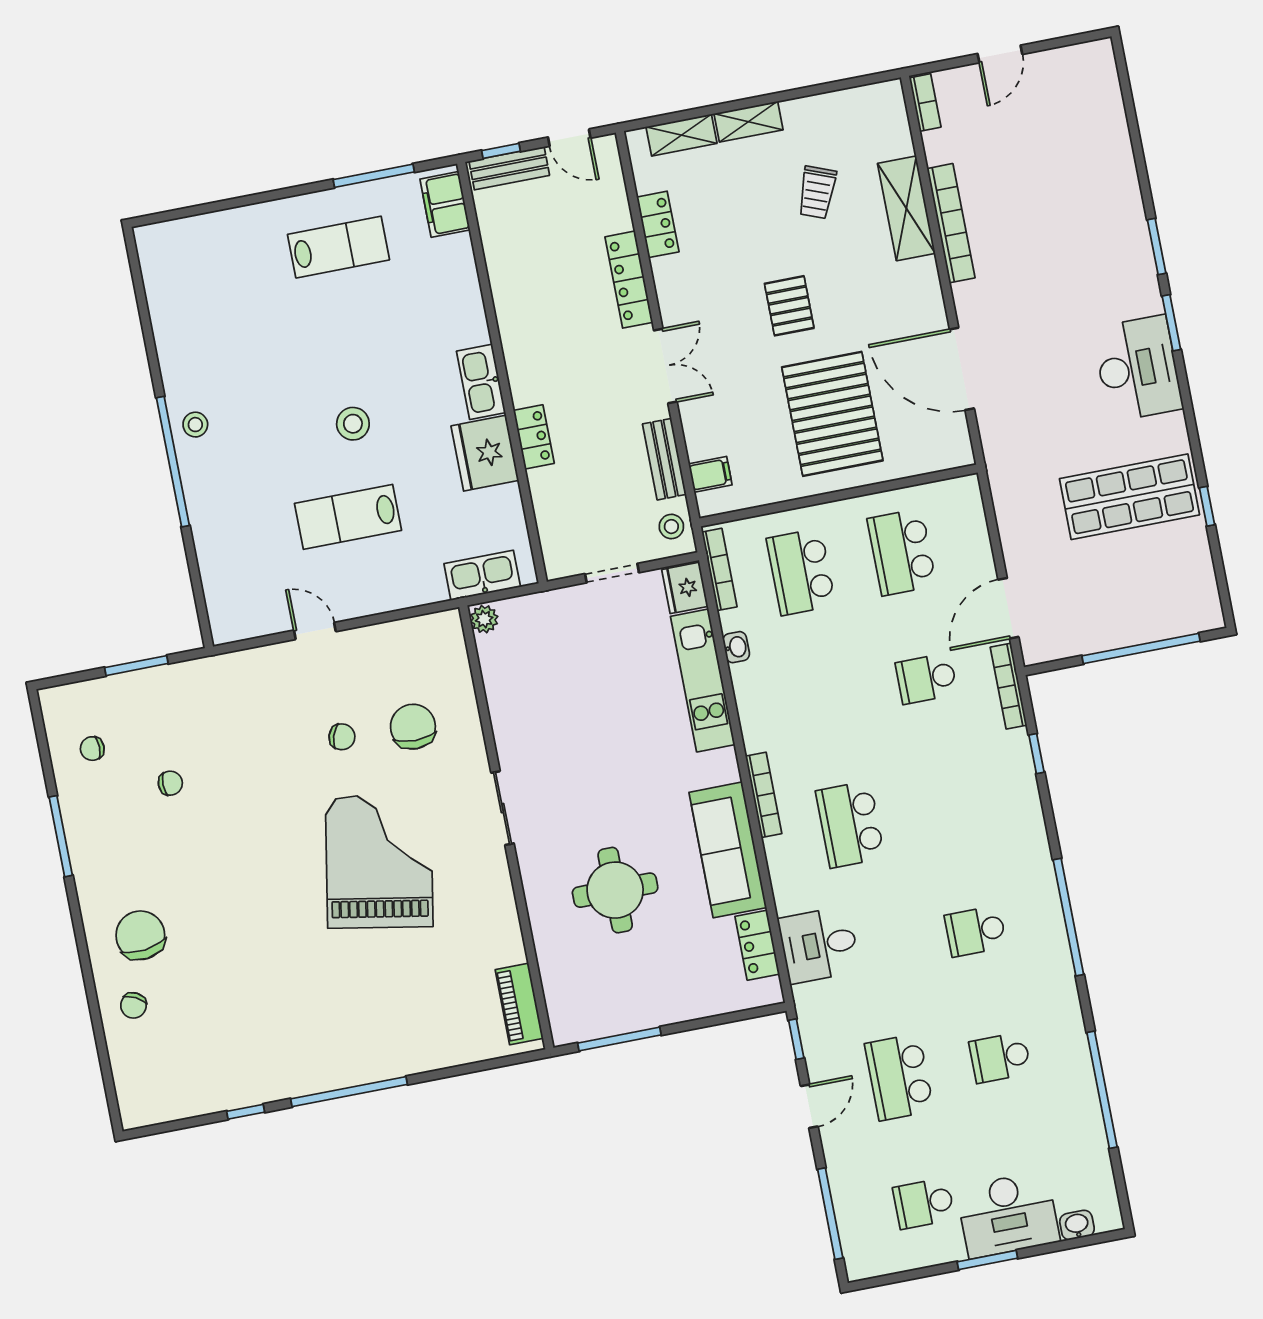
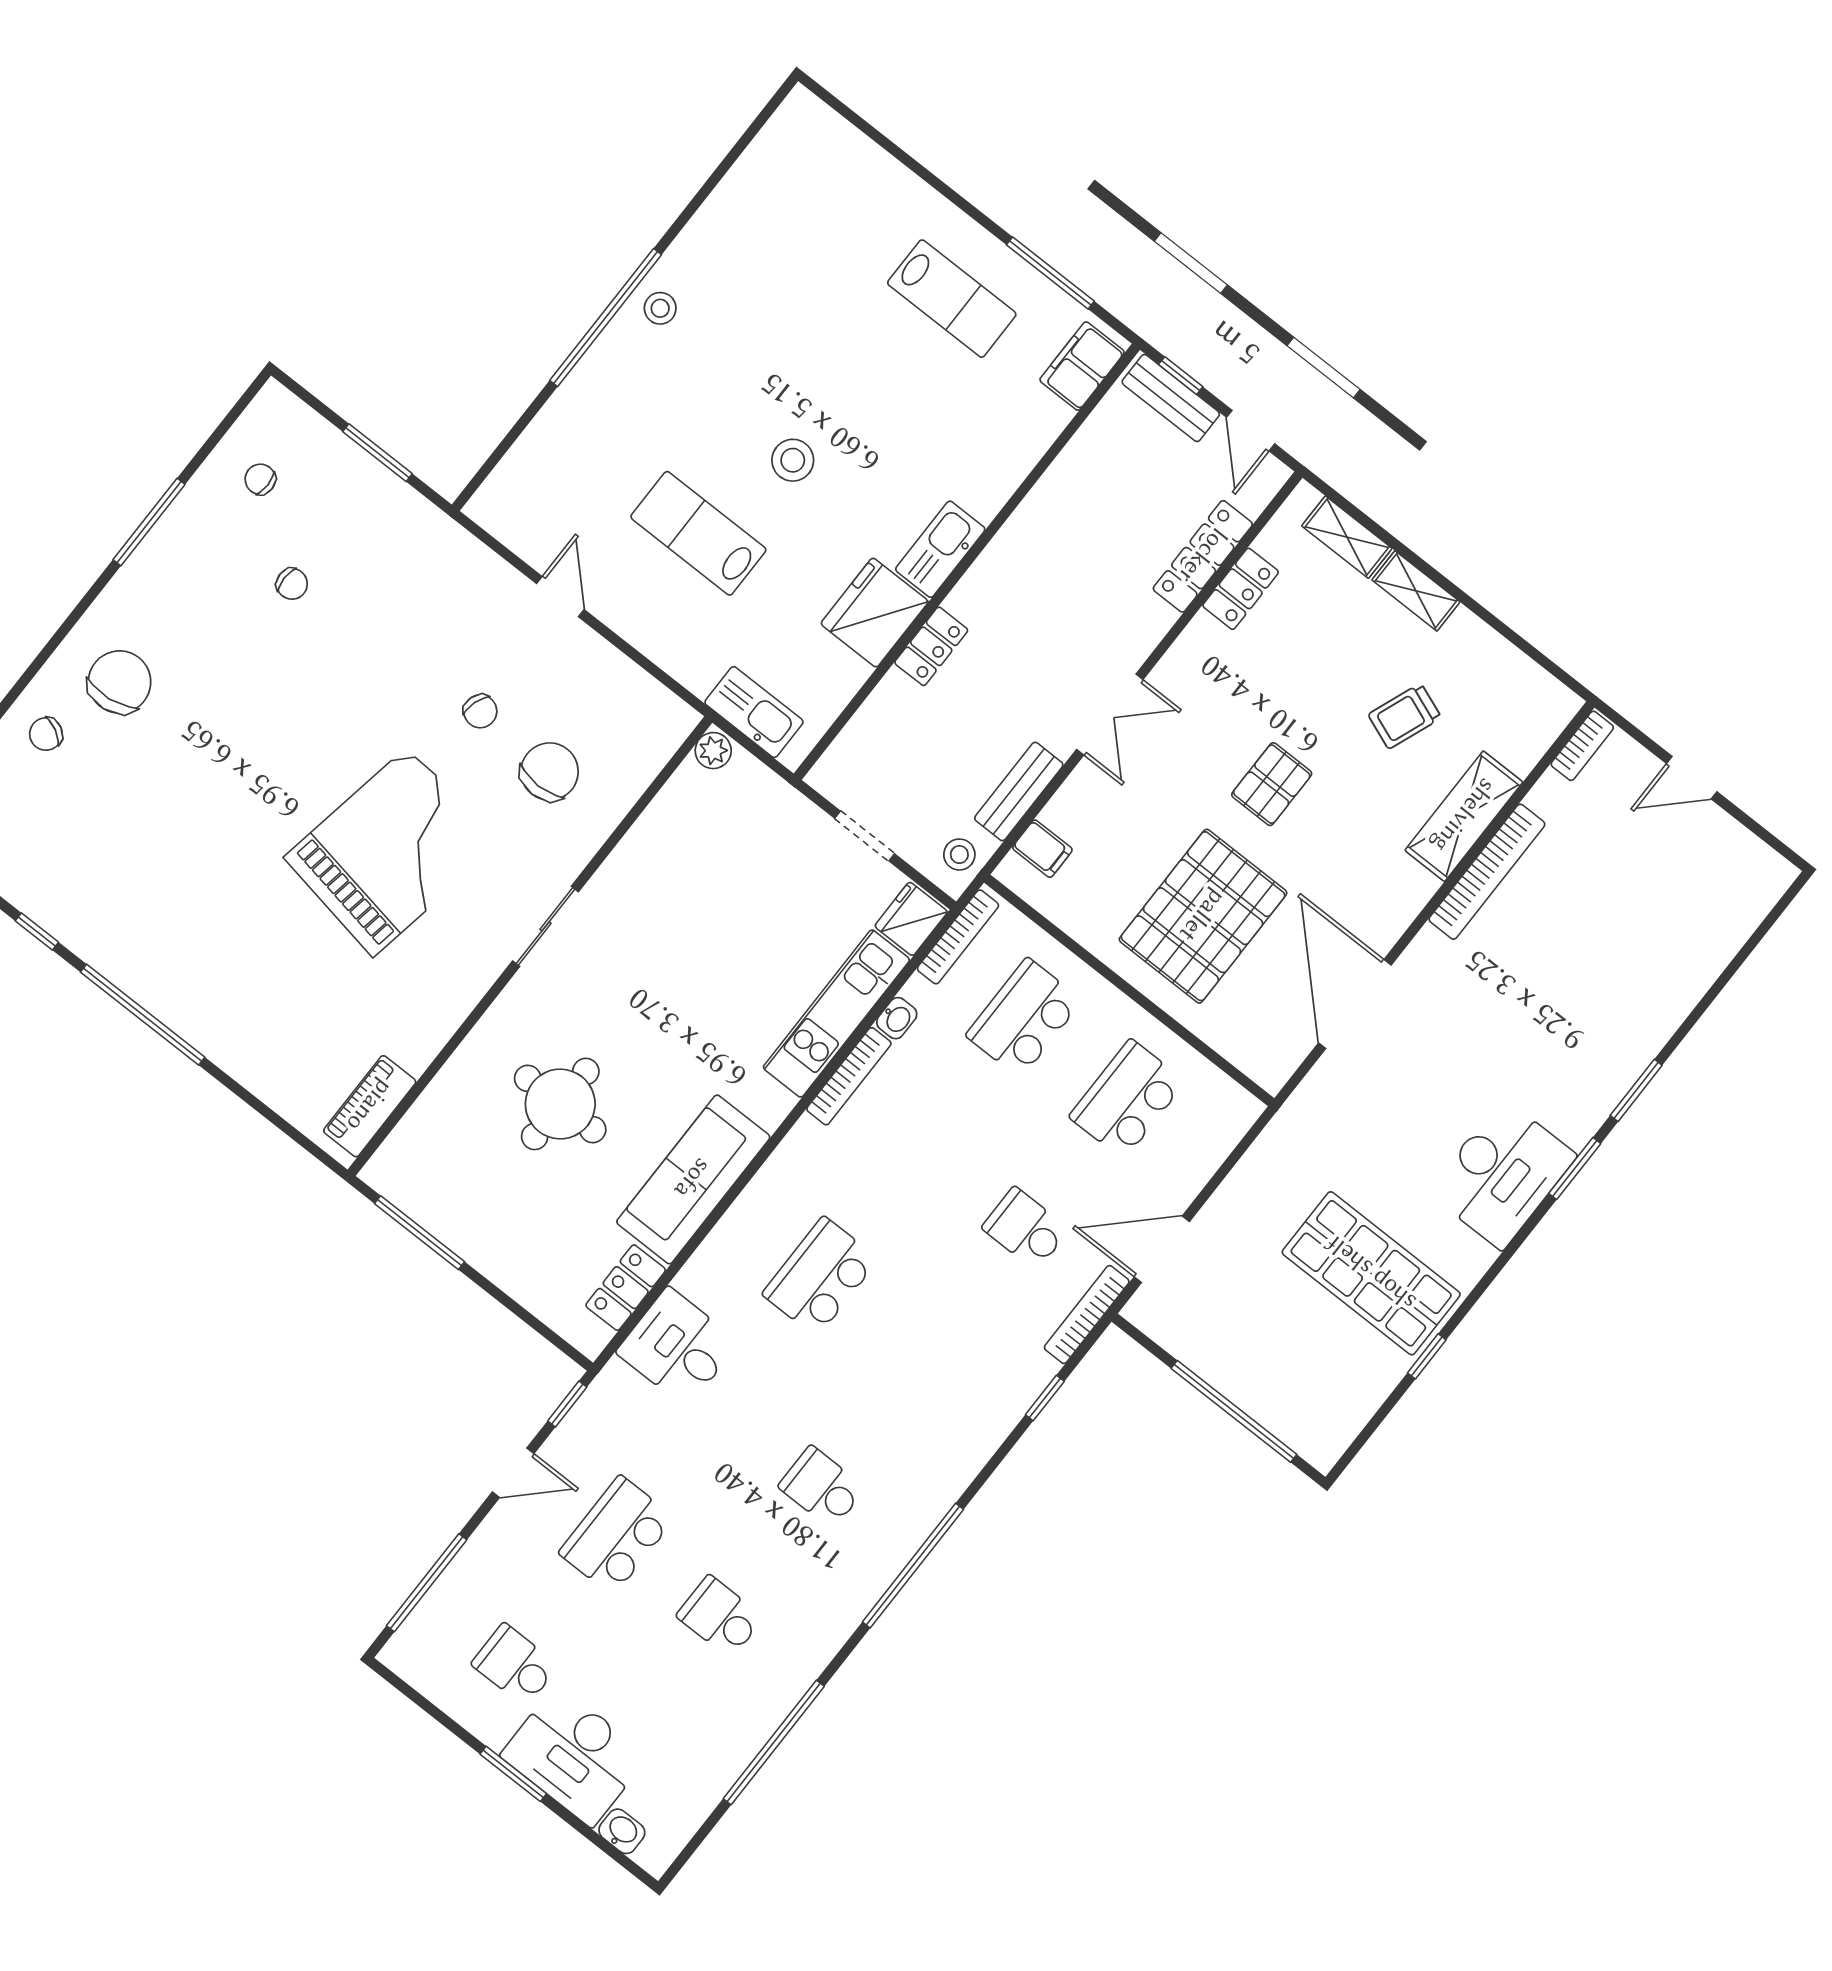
locker: (629, 280) -> (1203, 556), moved
bookcase: (764, 795) -> (849, 1076), moved

